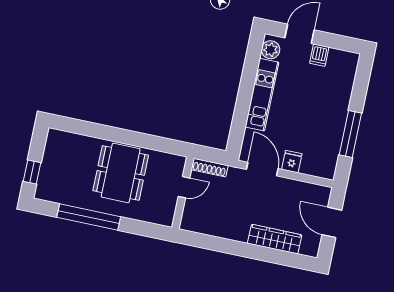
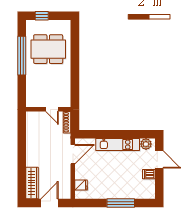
window: (350, 134) -> (121, 203), moved
fridge: (292, 162) -> (81, 185), moved
dining table: (121, 173) -> (48, 49), moved
wardrobe: (275, 239) -> (32, 183), moved

